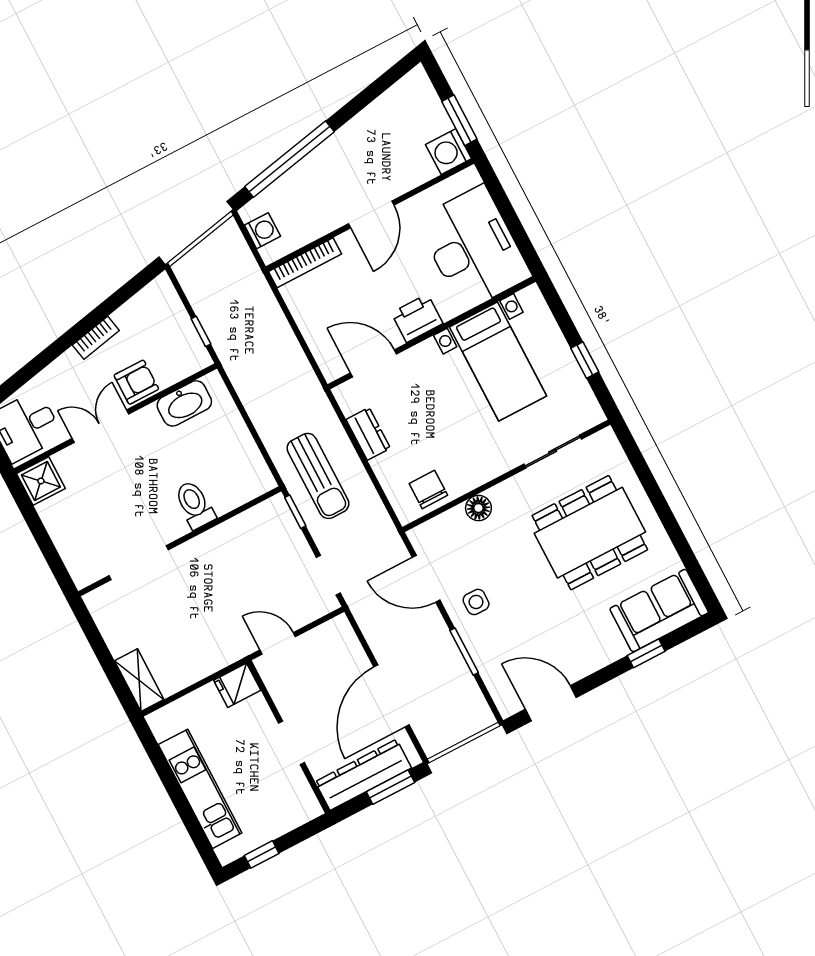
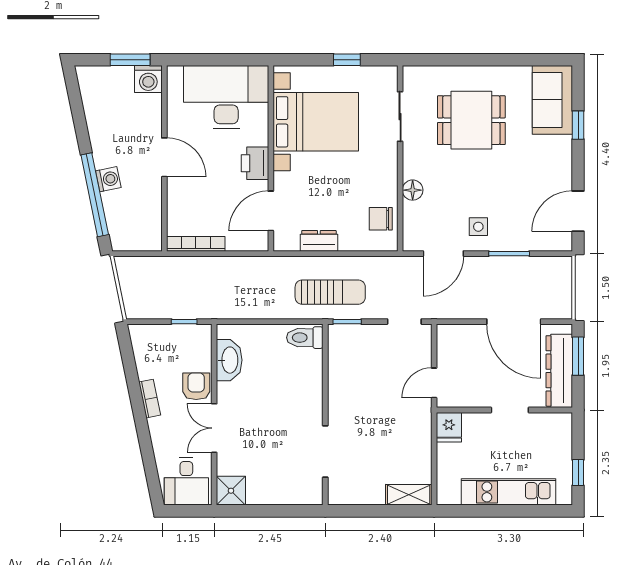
washing machine: (262, 231) -> (108, 179), moved, turned 78
bookcase: (305, 263) -> (196, 244), moved, turned -90
bed with nightstands: (498, 361) -> (316, 122), width x1.36
toilet: (195, 505) -> (305, 338), moved
dining table: (590, 533) -> (471, 120), width x0.73

